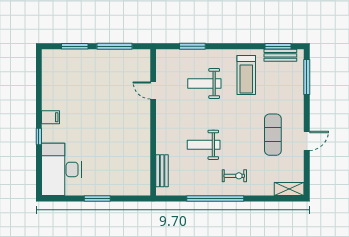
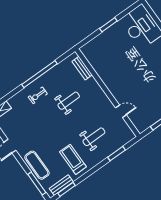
exercise mat: (273, 135) -> (37, 165), moved

